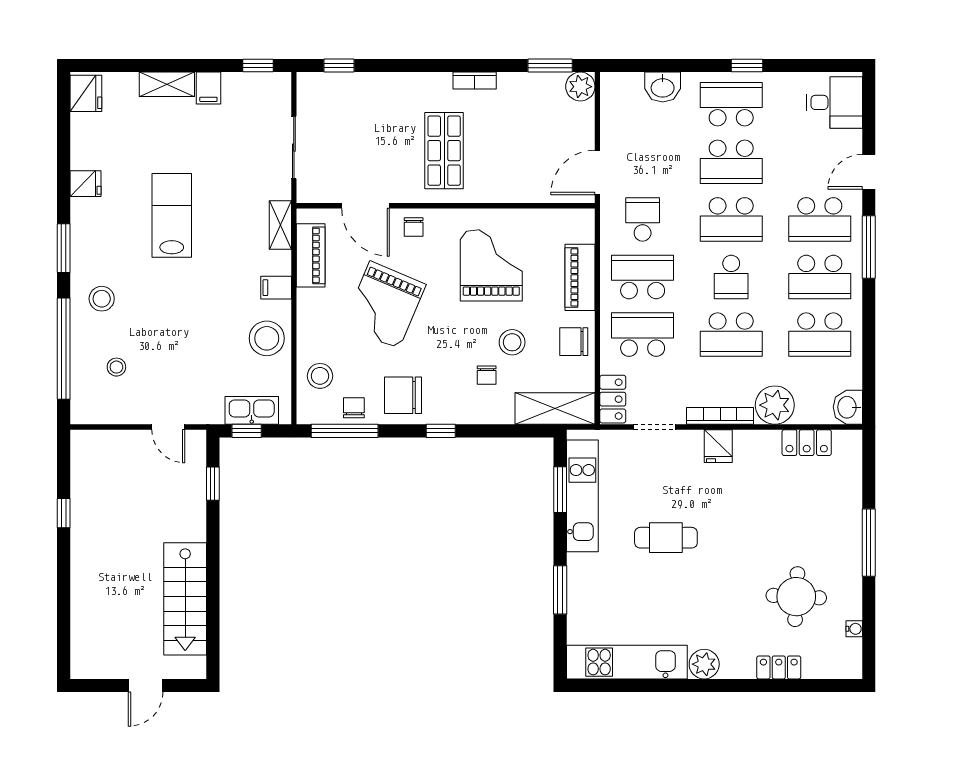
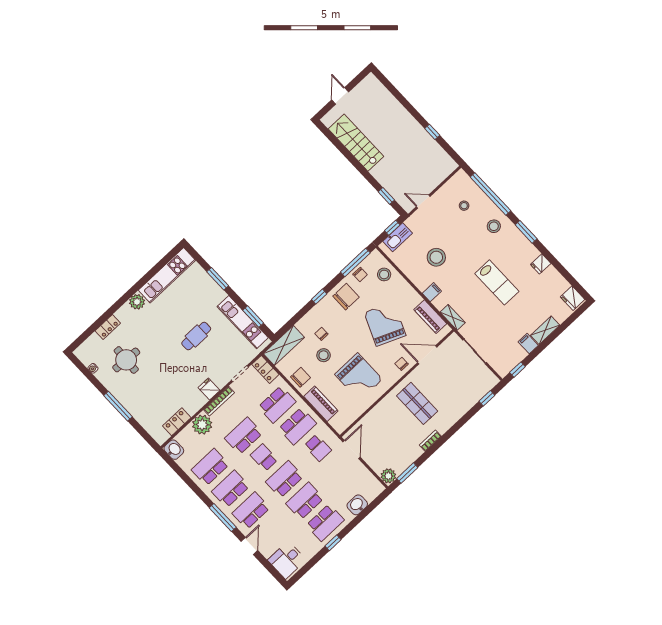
stool: (267, 338) -> (436, 257), moved

